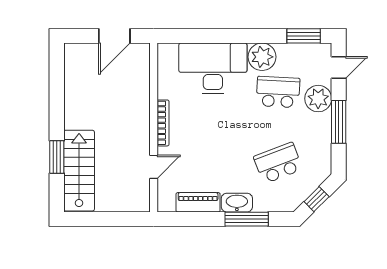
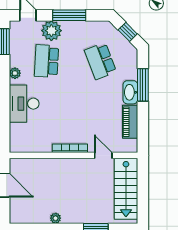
plant: (262, 57) -> (15, 73), width x0.53, depth x0.53
desk: (213, 68) -> (24, 104), width x0.73, depth x0.77
plant: (71, 104) -> (56, 218), added
stairs: (79, 171) -> (126, 189), moved, turned -90

